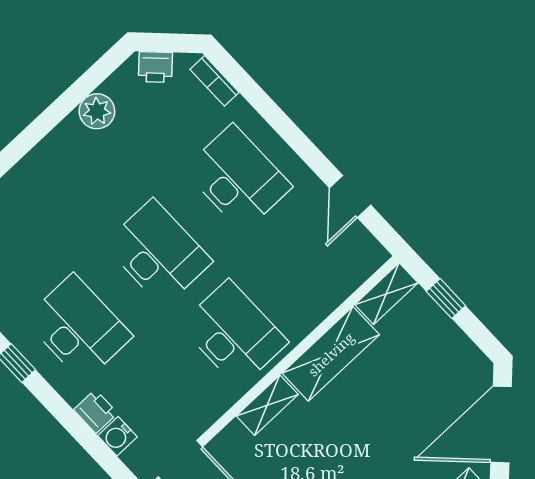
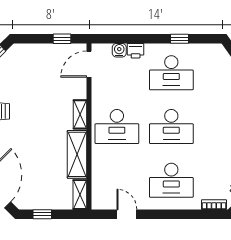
window: (446, 299) -> (42, 214), moved

